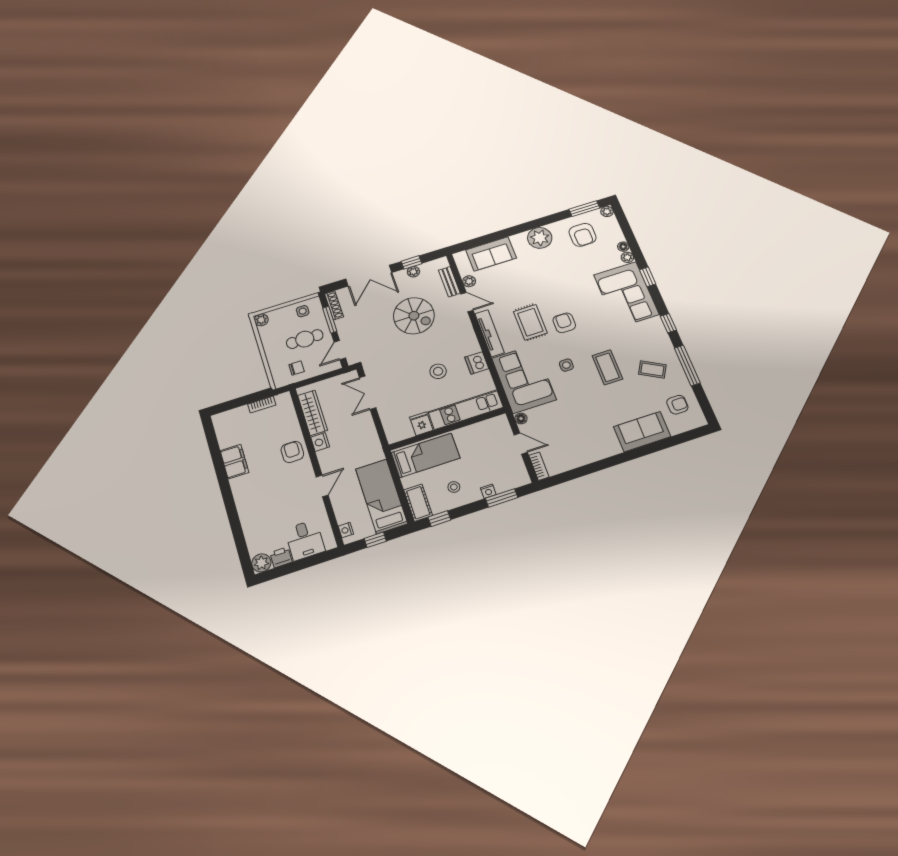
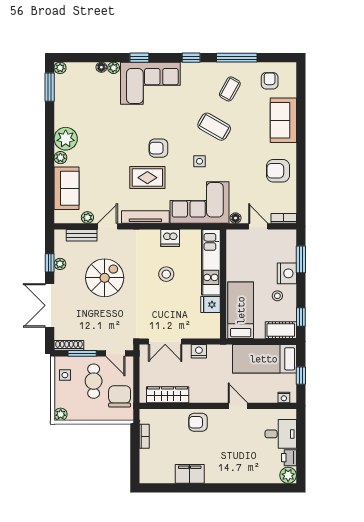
armchair: (583, 235) -> (278, 171), moved, turned 180
plant: (519, 239) -> (60, 158), added
double door: (369, 276) -> (50, 305), swing flipped
coffee table: (607, 367) -> (214, 127), turned 30
chair: (297, 368) -> (120, 396), width x1.87, depth x1.87
nightstand: (320, 442) -> (199, 351), moved, turned 180
door: (521, 444) -> (258, 226), hinge flipped
nightstand: (488, 491) -> (287, 273), width x1.89, depth x1.79

